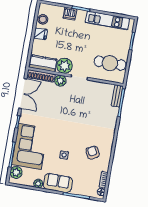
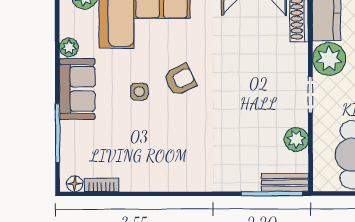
plant: (60, 81) -> (296, 139), moved
armchair: (93, 153) -> (180, 80), moved

